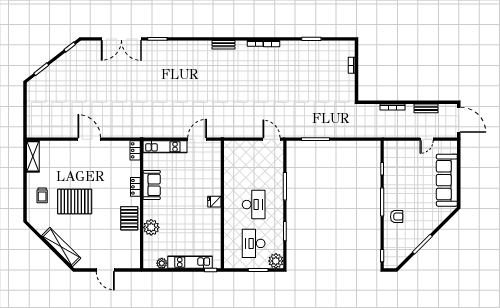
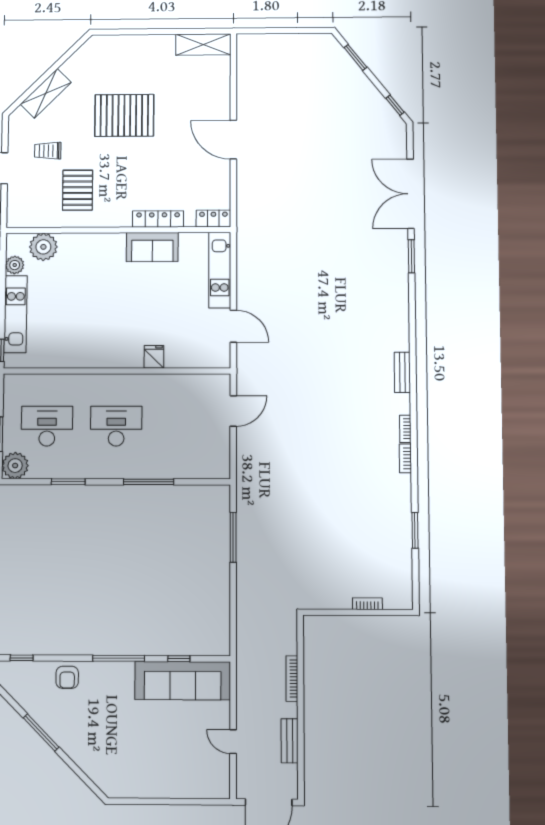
door: (89, 139) -> (233, 140), swing flipped
door: (271, 139) -> (233, 411), moved
sofa: (447, 180) -> (183, 681), moved, turned 180
locker: (135, 187) -> (158, 219), width x1.53
trolley: (42, 195) -> (48, 151), moved
pallet: (75, 202) -> (124, 115), turned 90
fridge: (214, 202) -> (154, 357), moved
desk: (254, 205) -> (116, 426), turned 180
armchair: (397, 217) -> (67, 677), moved
pallet: (129, 218) -> (78, 190), moved, turned 90
plant: (151, 227) -> (43, 247), moved
shelving: (61, 247) -> (46, 93), width x0.68

